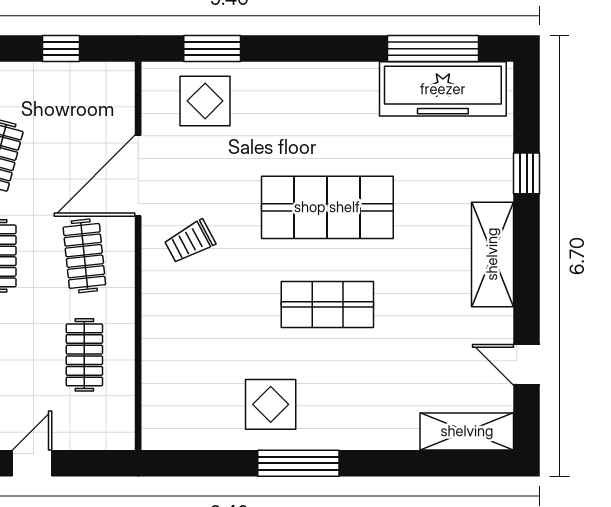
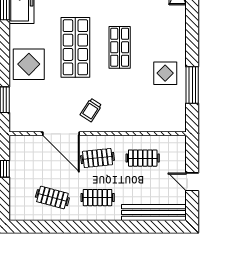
display table: (205, 101) -> (29, 64), moved, width x1.36, depth x1.36
trolley: (190, 242) -> (91, 110), turned 61
window: (298, 463) -> (192, 85), moved

